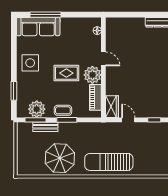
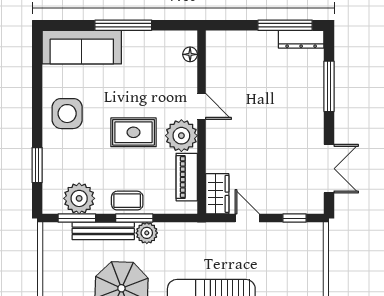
window: (45, 15) -> (123, 25), moved
window: (149, 15) -> (285, 25), added
bench: (45, 127) -> (103, 231), width x1.36
plant: (74, 128) -> (147, 233), added

